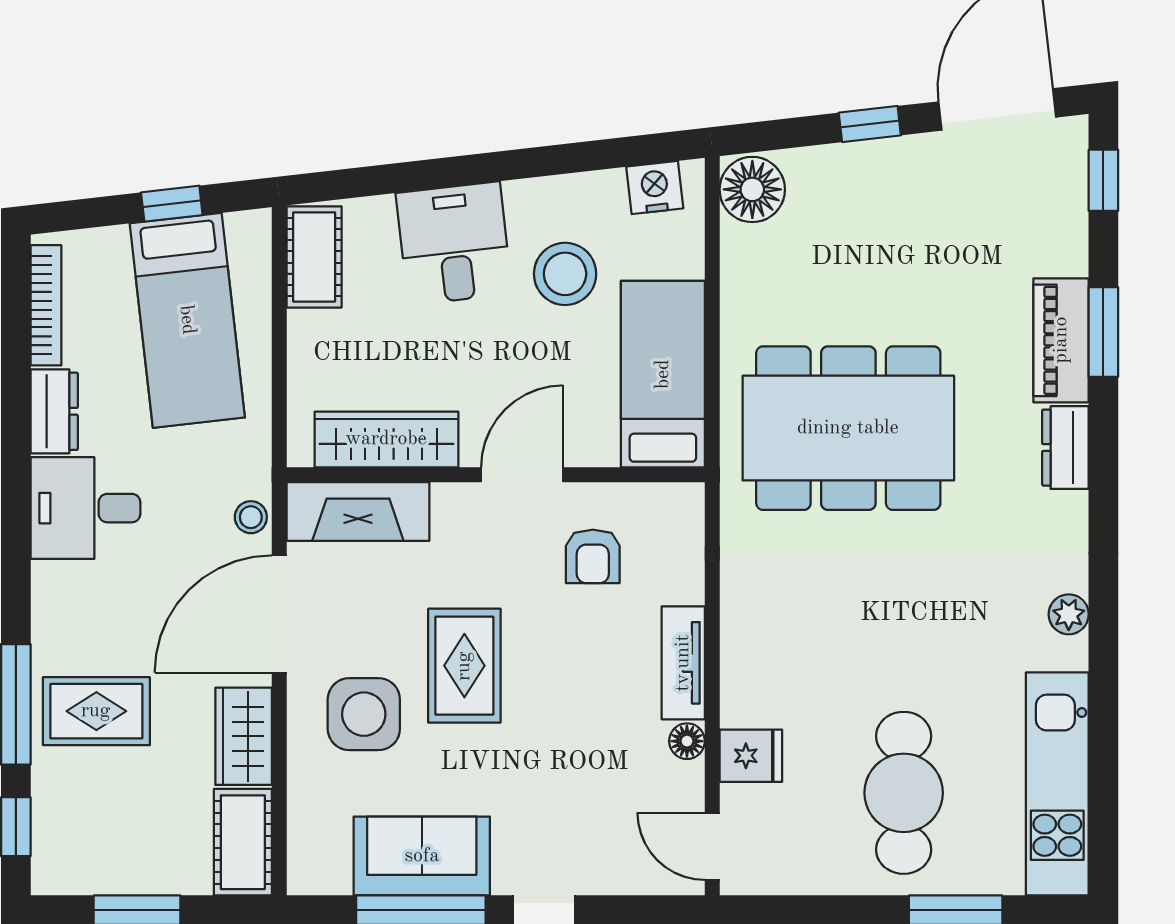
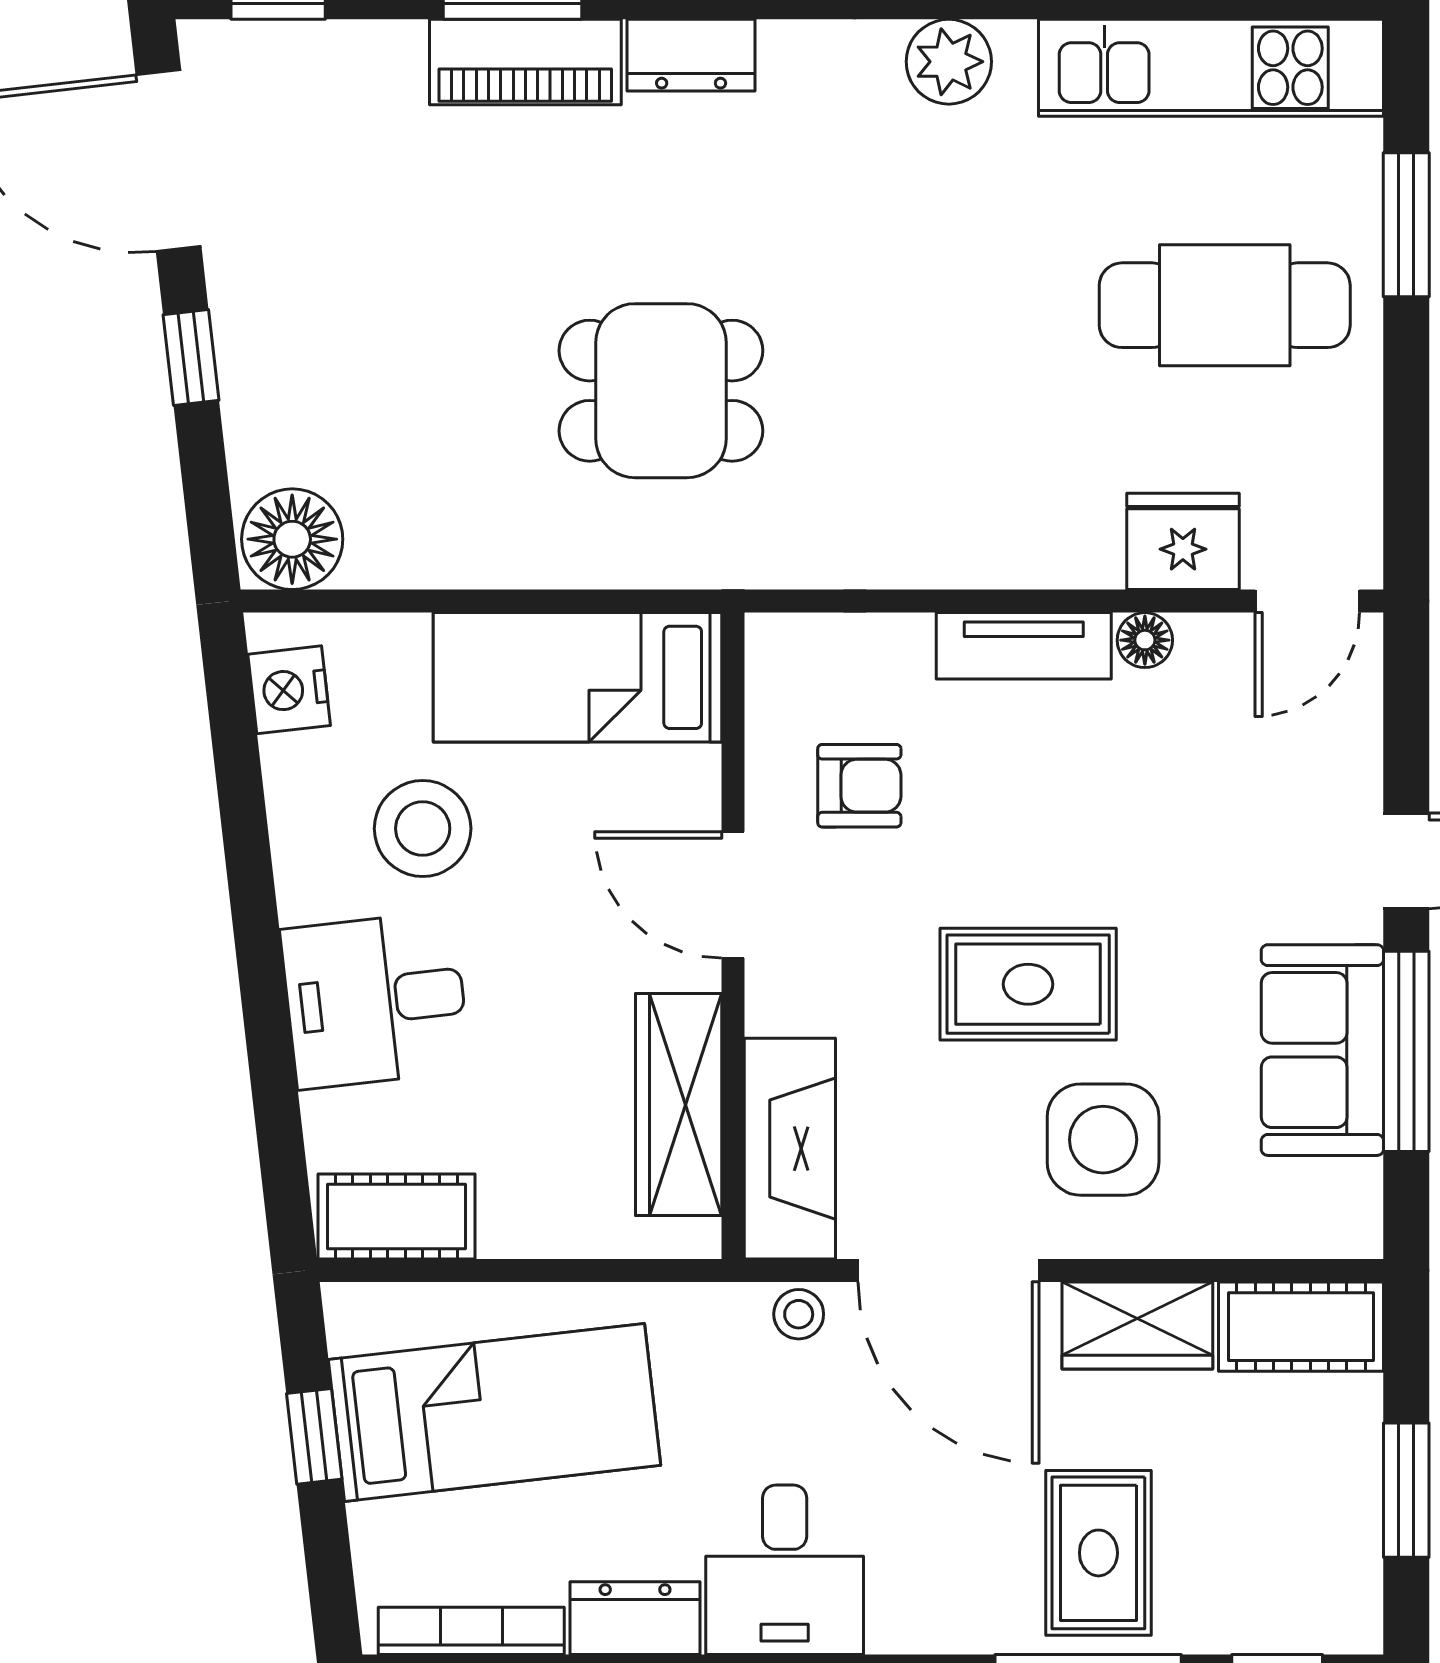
dining table: (848, 428) -> (661, 391), width x0.53, depth x0.80
plant: (1069, 614) -> (949, 62), width x1.38, depth x1.38
fridge: (751, 756) -> (1183, 541), width x1.38

